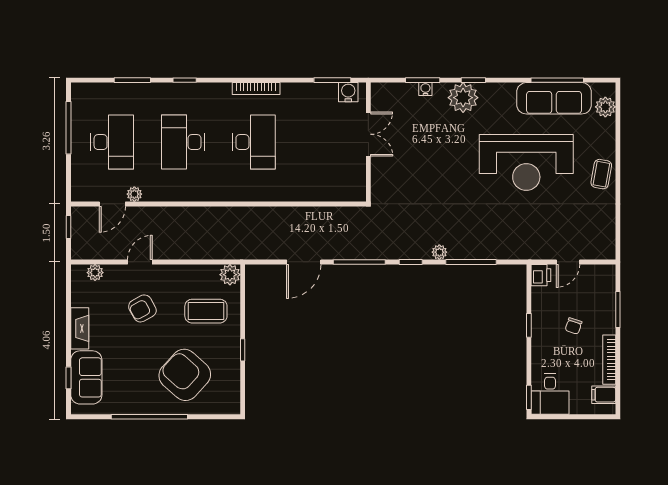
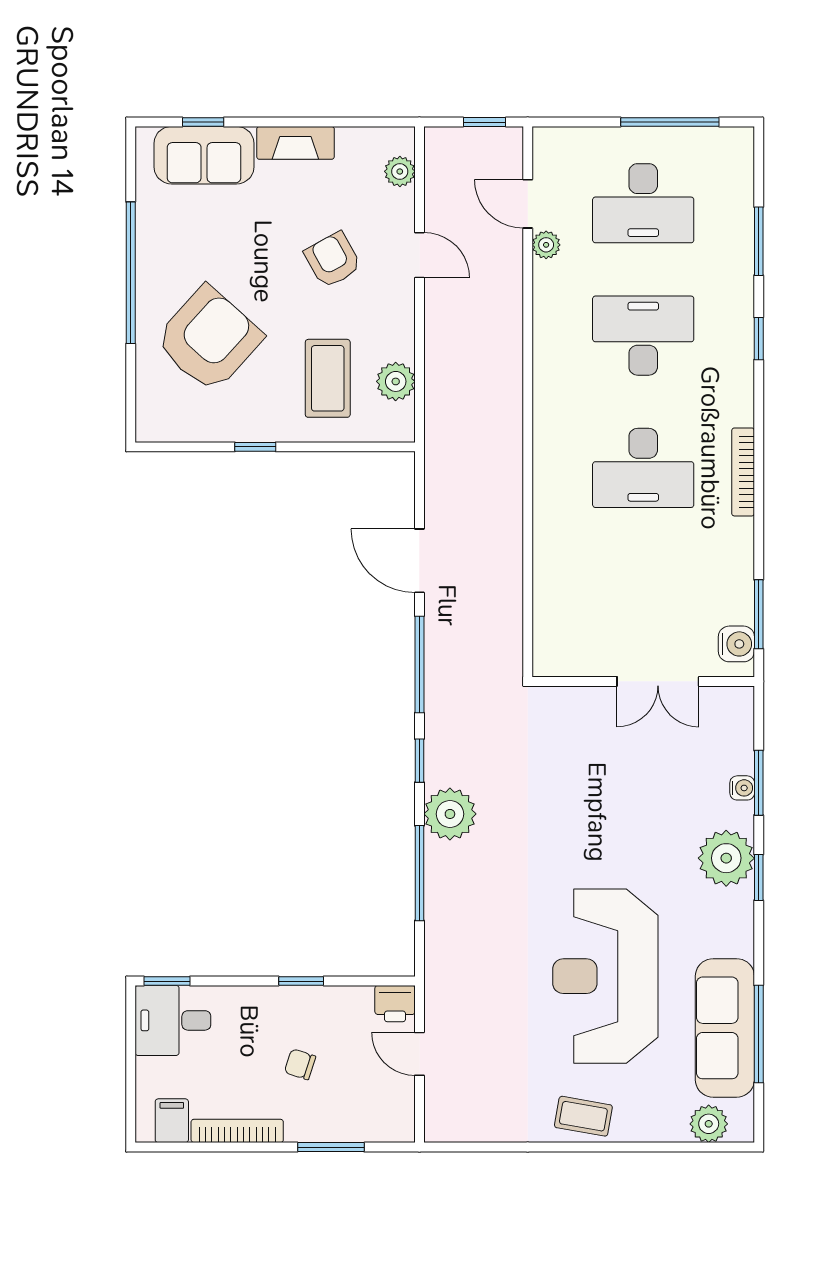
plant: (439, 252) -> (450, 814), width x1.88, depth x1.88
plant: (230, 275) -> (396, 381), moved

